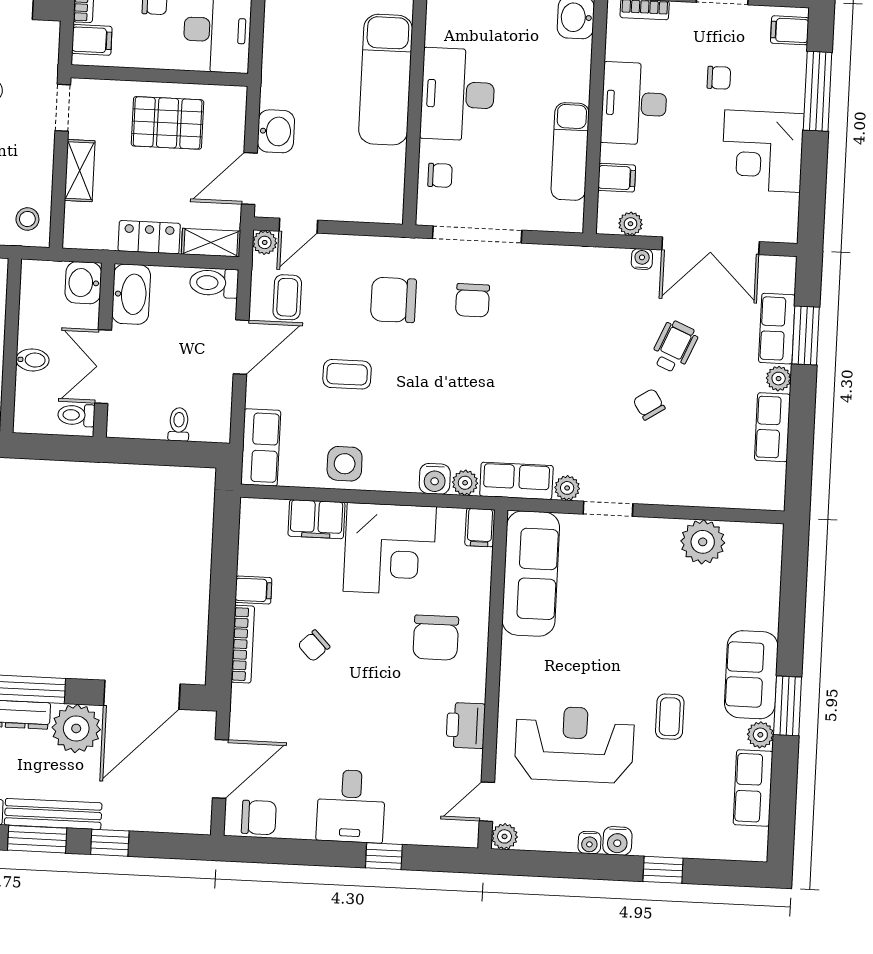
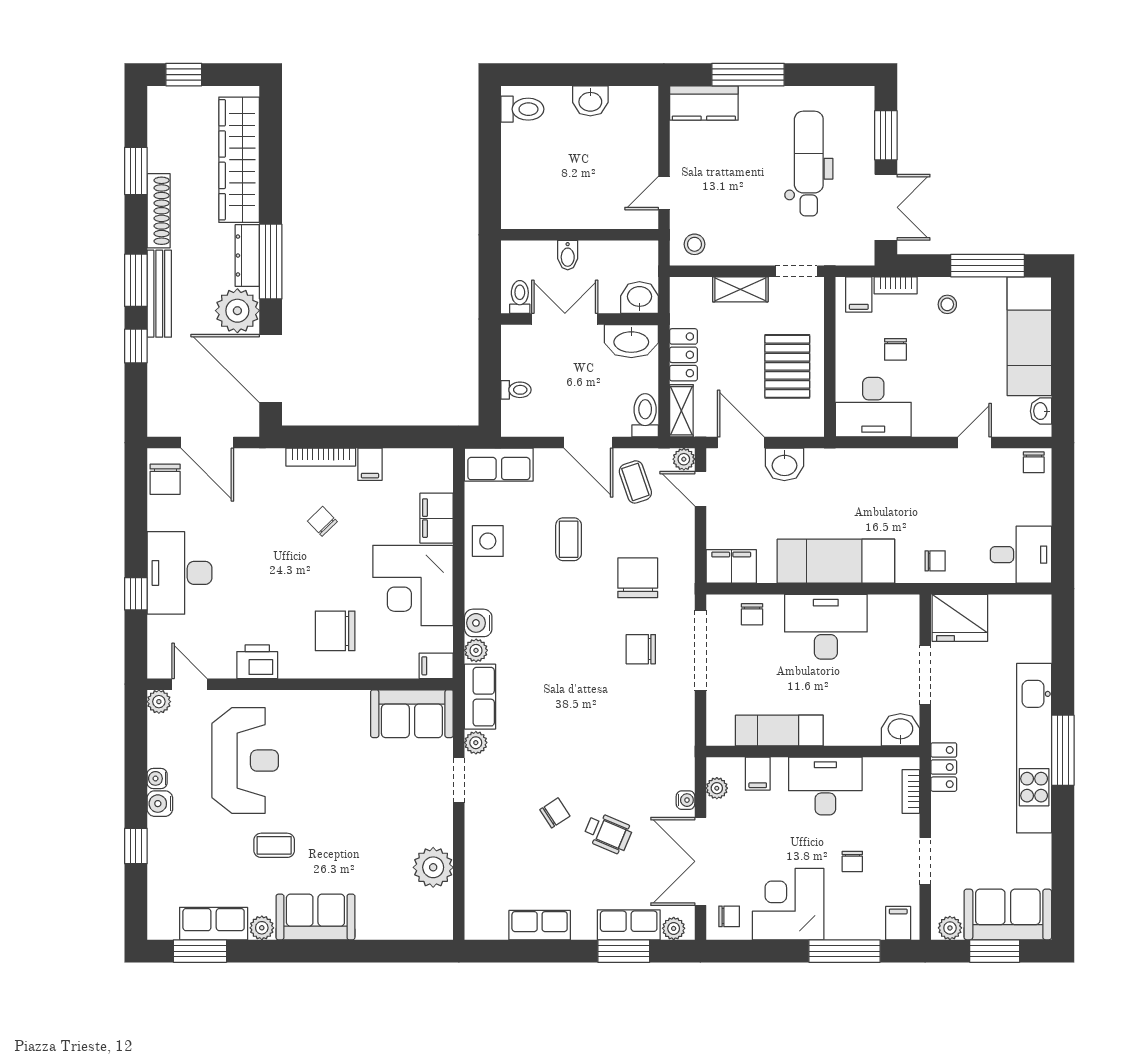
filing cabinet: (386, 196) -> (731, 566), added
chair: (773, 217) -> (729, 916), added
coffee table: (287, 297) -> (635, 482), turned 71
plant: (779, 379) -> (674, 928), moved
sofa: (531, 574) -> (412, 714), width x0.73
window: (788, 706) -> (200, 951), moved
desk: (351, 806) -> (179, 573), width x1.37

